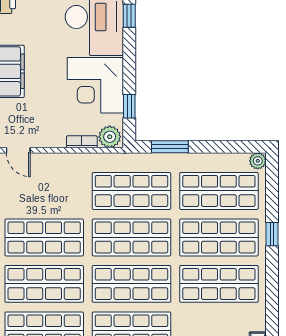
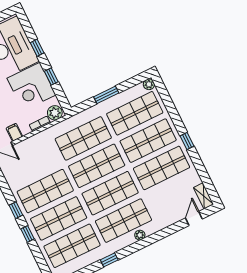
window: (129, 16) -> (37, 48), moved
window: (129, 106) -> (51, 77), moved
filing cabinet: (41, 136) -> (14, 132), added
window: (170, 147) -> (106, 95), moved
window: (272, 234) -> (187, 141), moved

